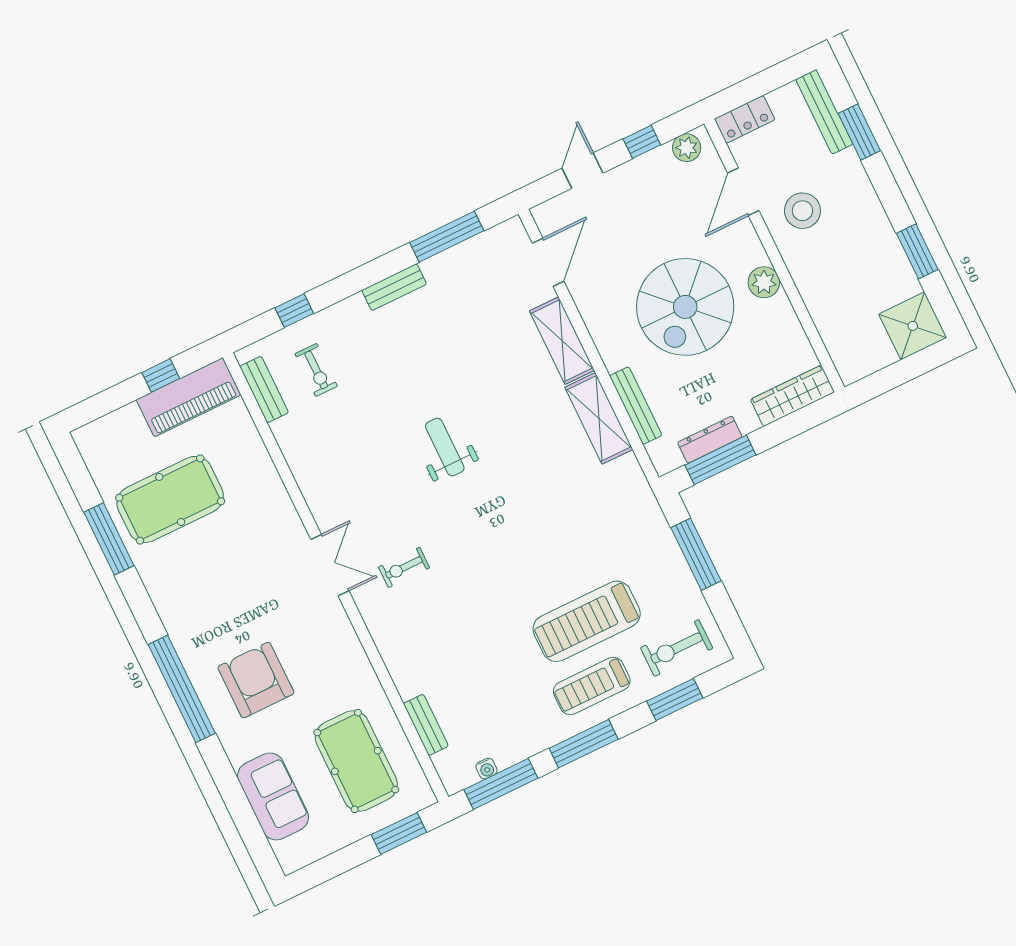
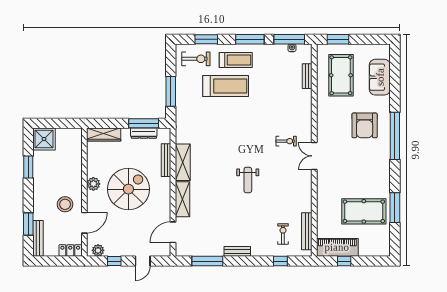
bench: (264, 390) -> (307, 231), width x1.36

